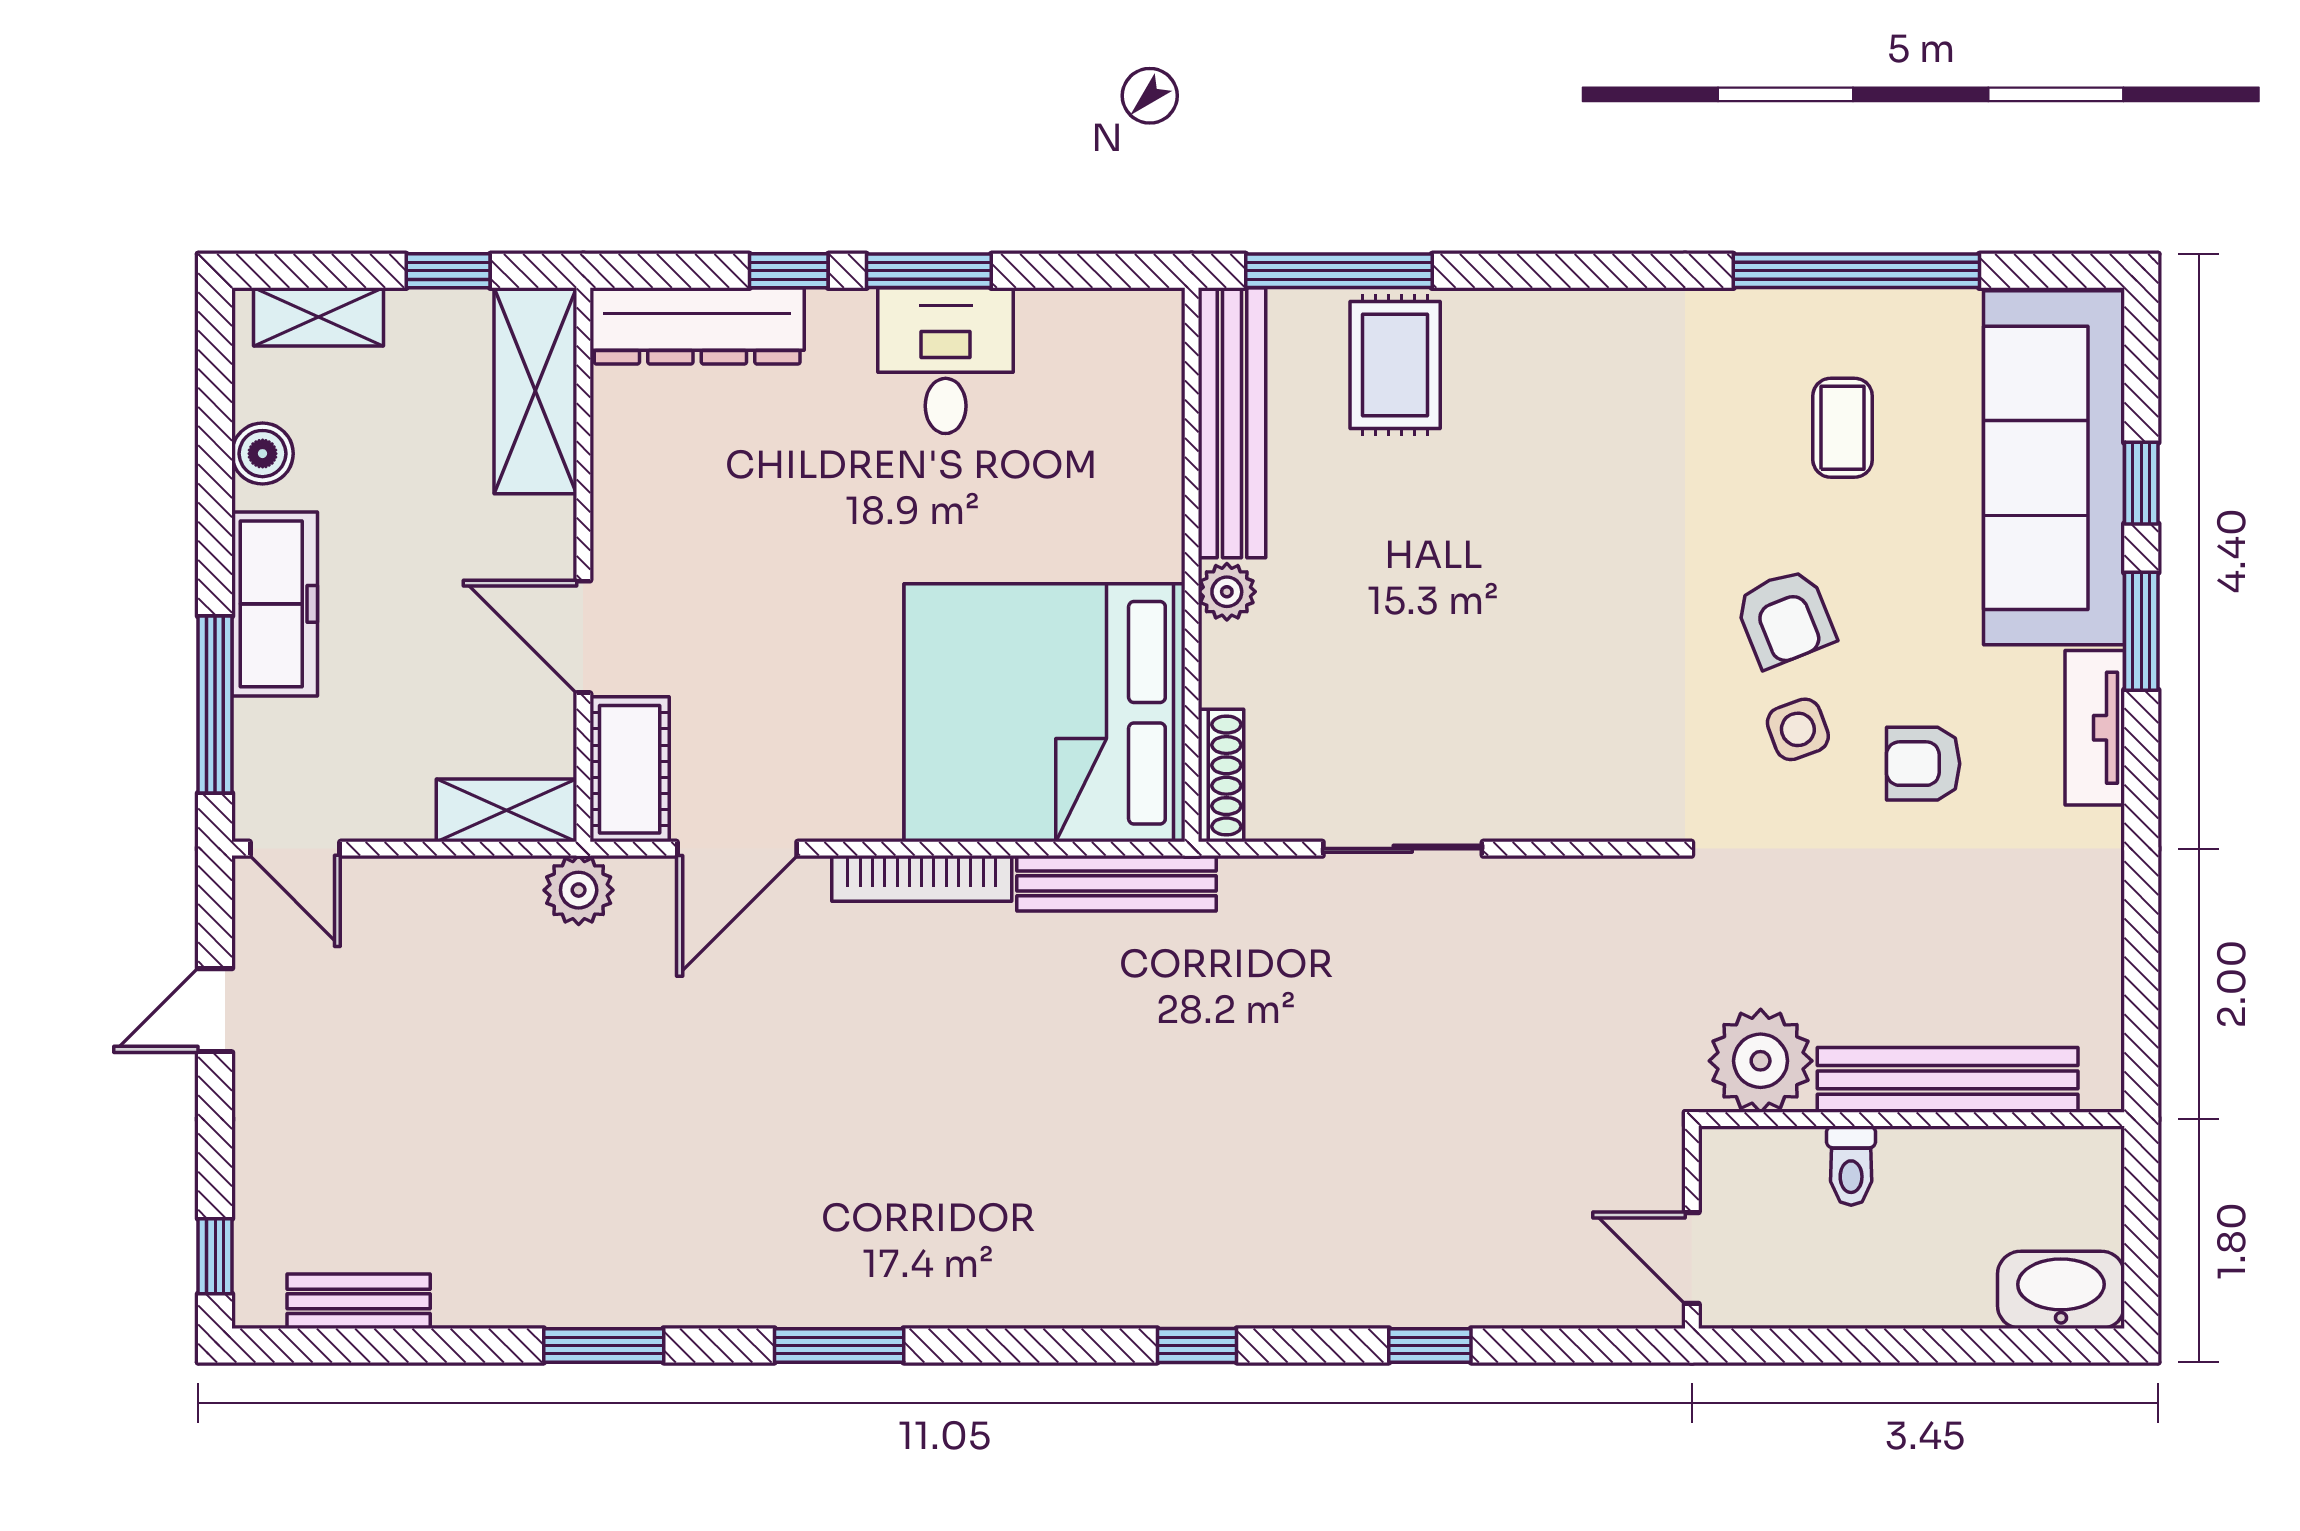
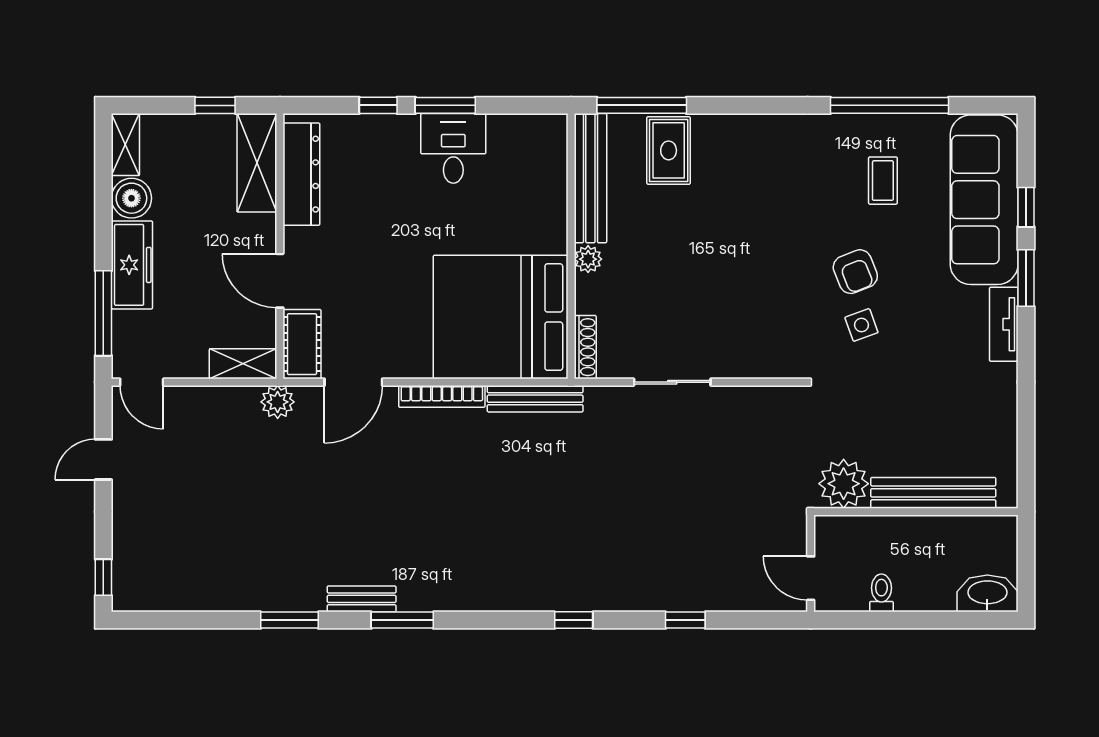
shelving: (318, 317) -> (125, 145), moved, turned 90
dresser: (697, 326) -> (301, 174), moved, turned -90
boiler: (263, 454) -> (131, 198), width x1.36, depth x1.36
armchair: (1923, 764) -> (921, 341), removed
toilet: (1851, 1166) -> (881, 593), moved, turned 180
bench: (359, 1301) -> (362, 599), moved

